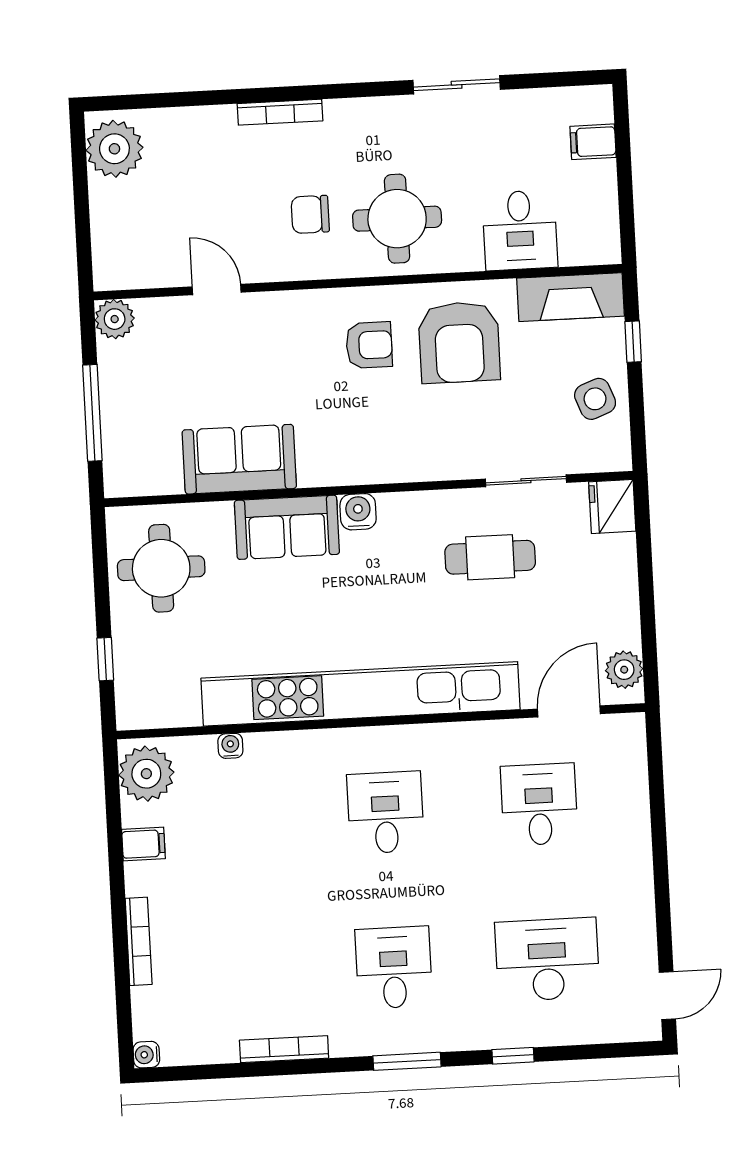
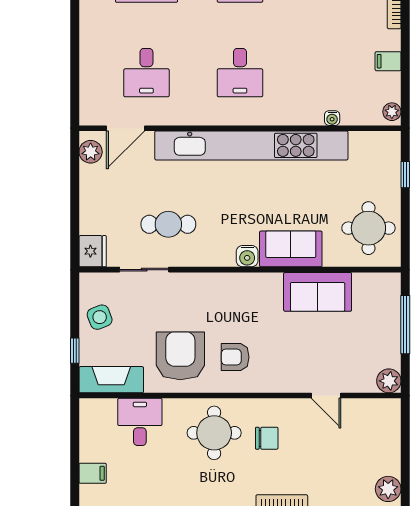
plant: (114, 149) -> (388, 489), width x0.73, depth x0.73
plant: (146, 774) -> (392, 112), width x0.53, depth x0.53

